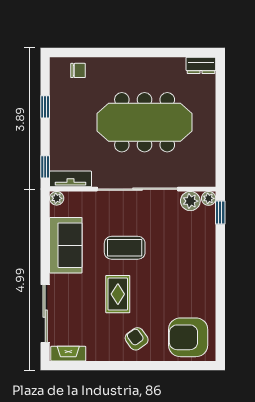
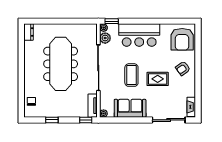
bar counter: (196, 261) -> (139, 35), added

